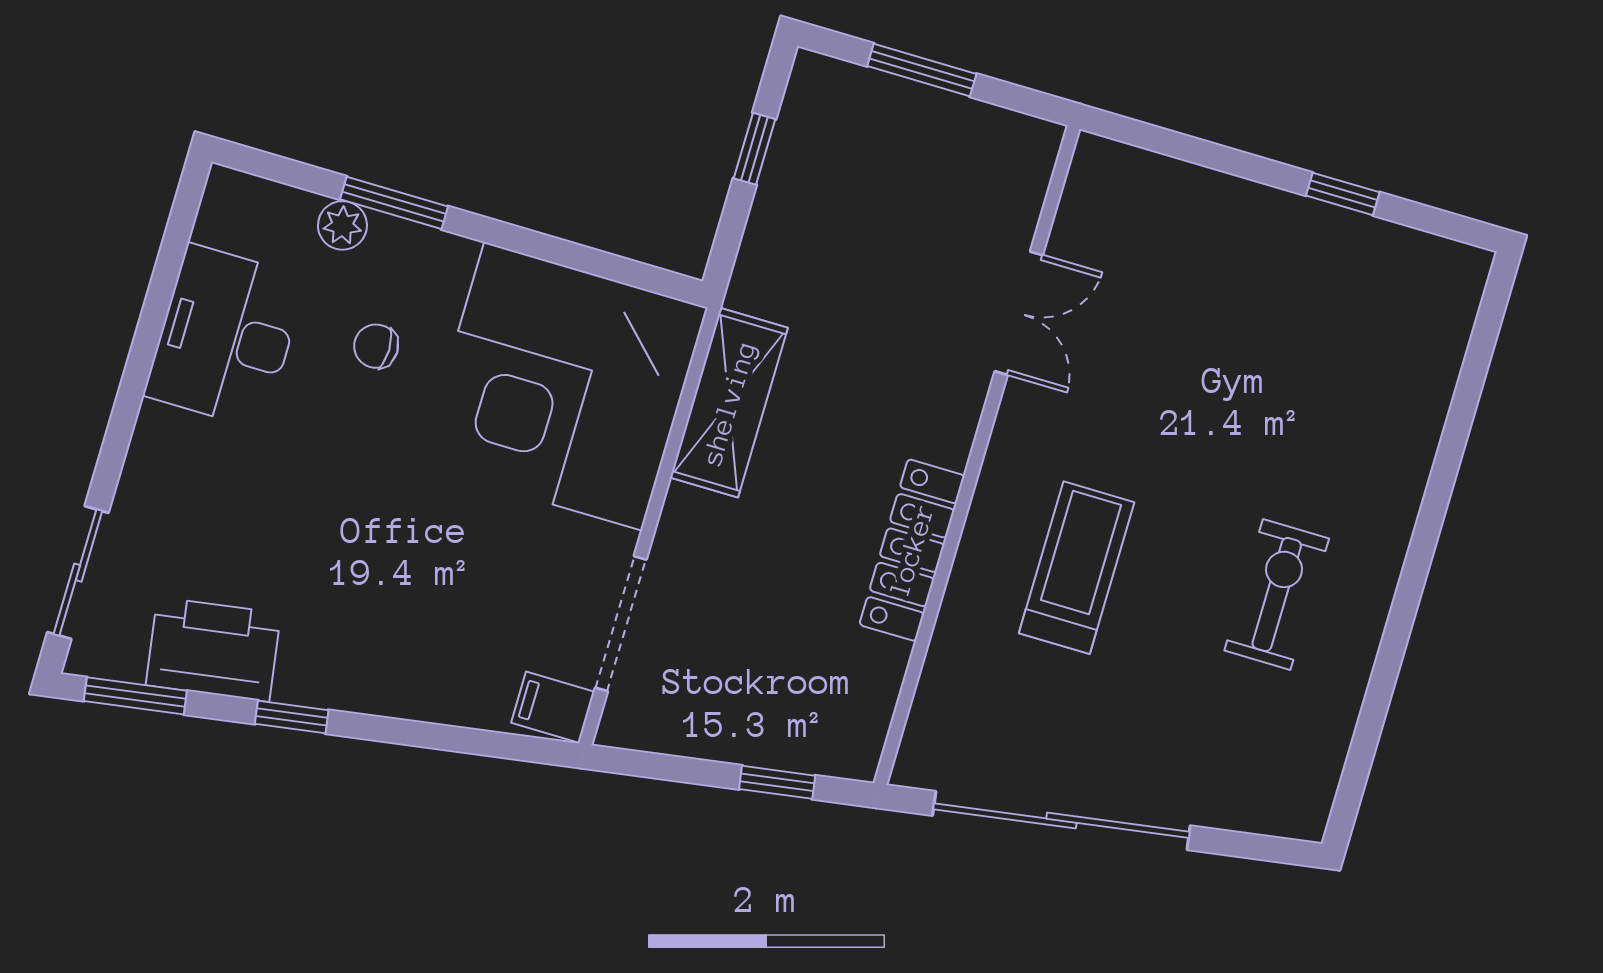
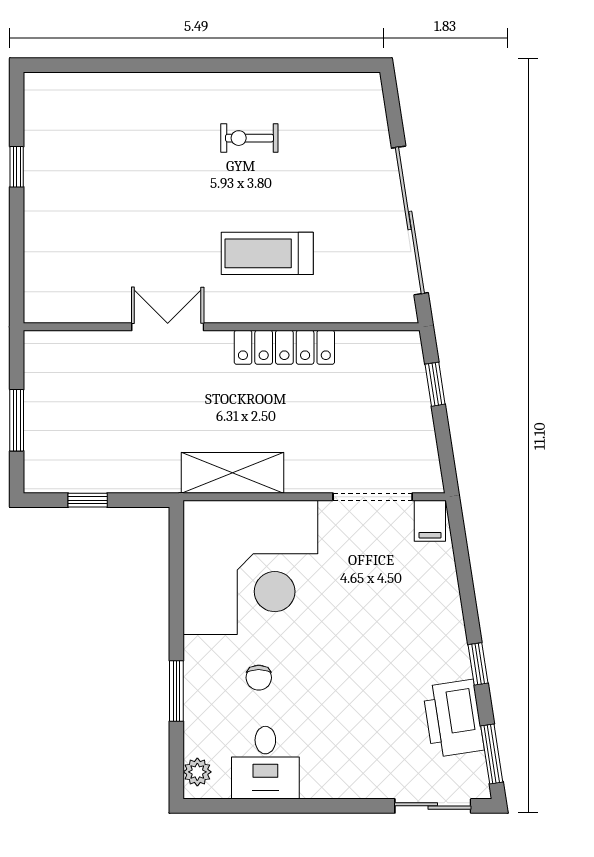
plant: (342, 225) -> (197, 772), moved
double door: (1019, 313) -> (168, 327), moved
desk: (225, 336) -> (265, 763), width x0.73
exercise bike: (1277, 594) -> (249, 138), width x0.73, depth x0.72

